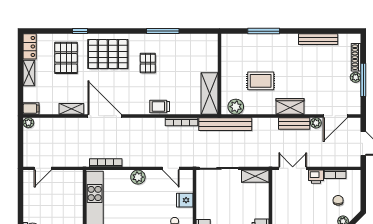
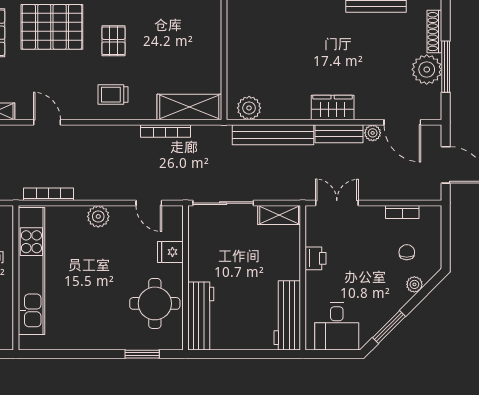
plant: (356, 77) -> (427, 69), width x1.87, depth x1.87
rug: (261, 81) -> (287, 68), removed
shelving: (210, 93) -> (189, 107), moved, turned 90
trolley: (160, 106) -> (113, 95), moved
door: (105, 116) -> (47, 122), width x0.53
door: (335, 116) -> (402, 122), hinge flipped
bench: (225, 124) -> (273, 135), moved
printer: (316, 177) -> (316, 258), moved, turned -90

